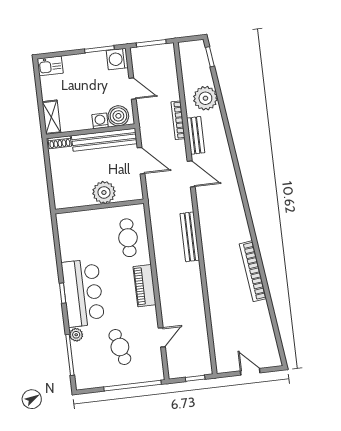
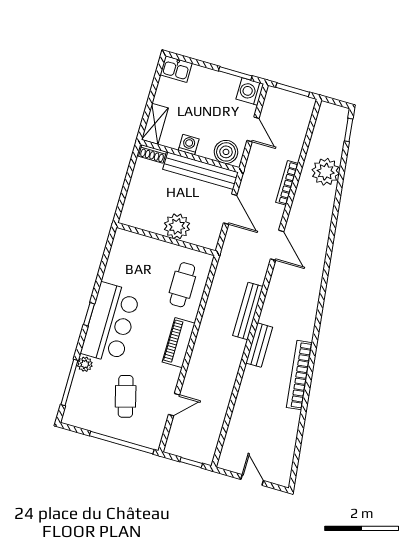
washing machine: (100, 121) -> (189, 145), moved
bench: (196, 135) -> (259, 345), moved

